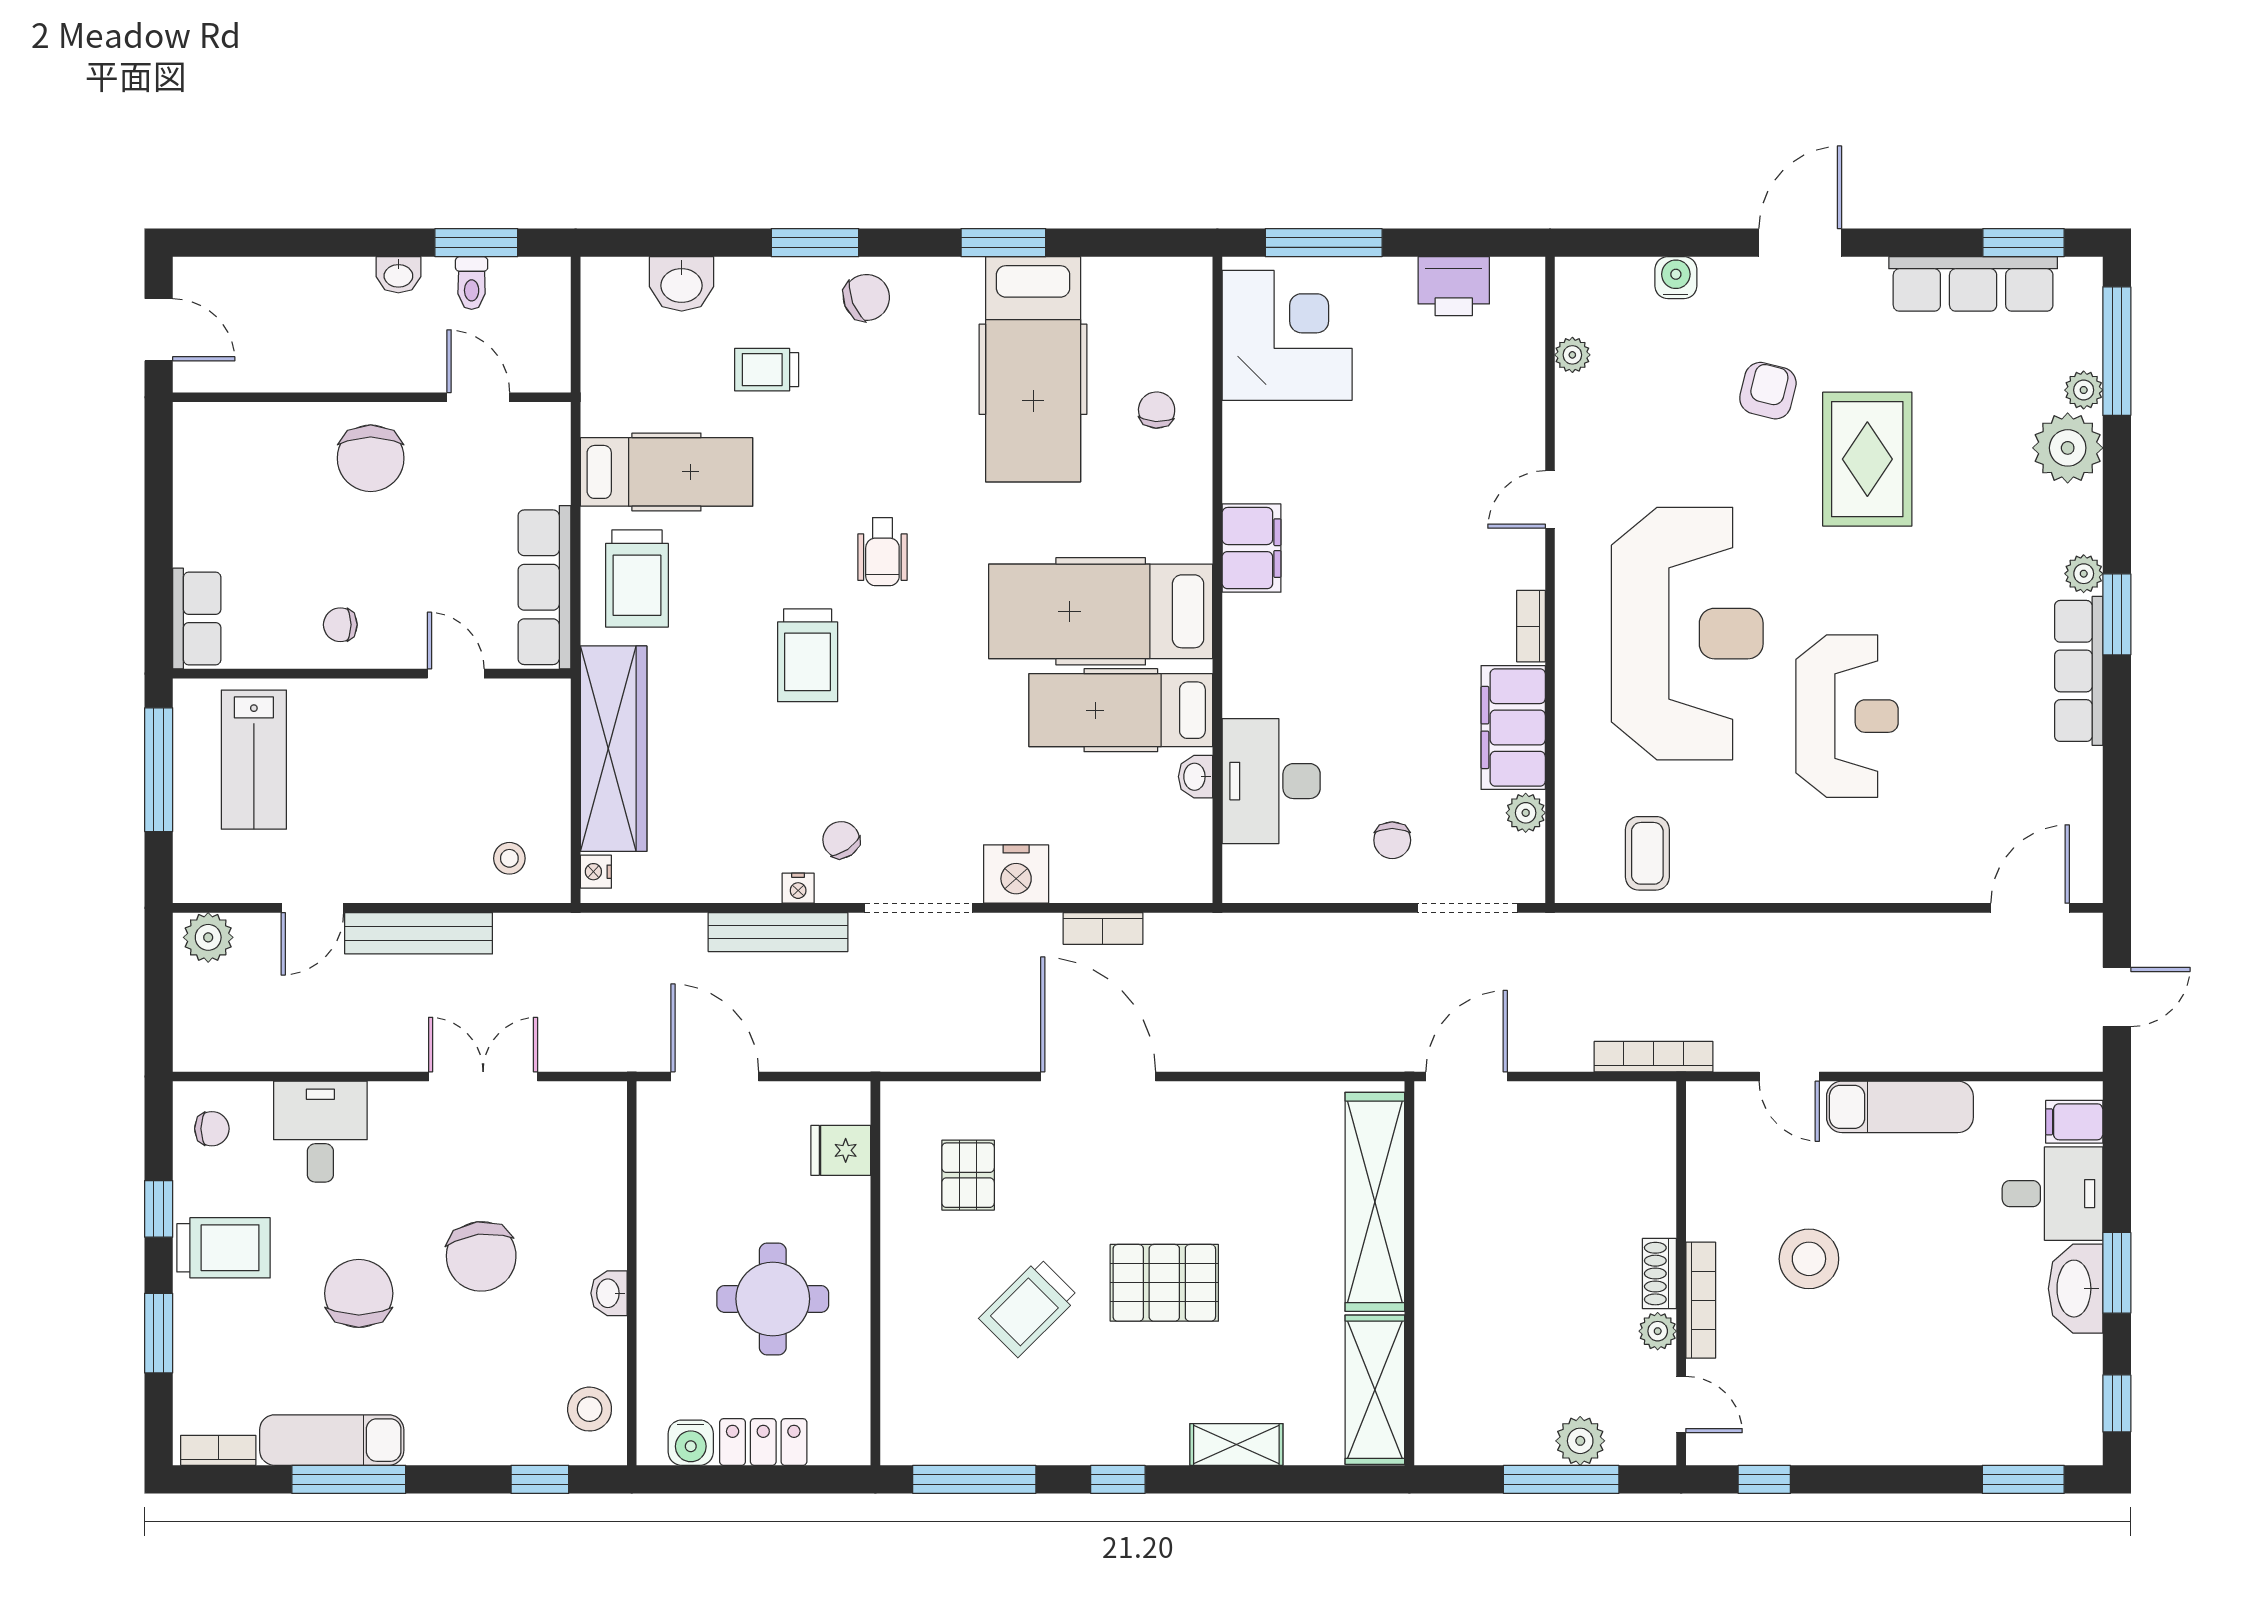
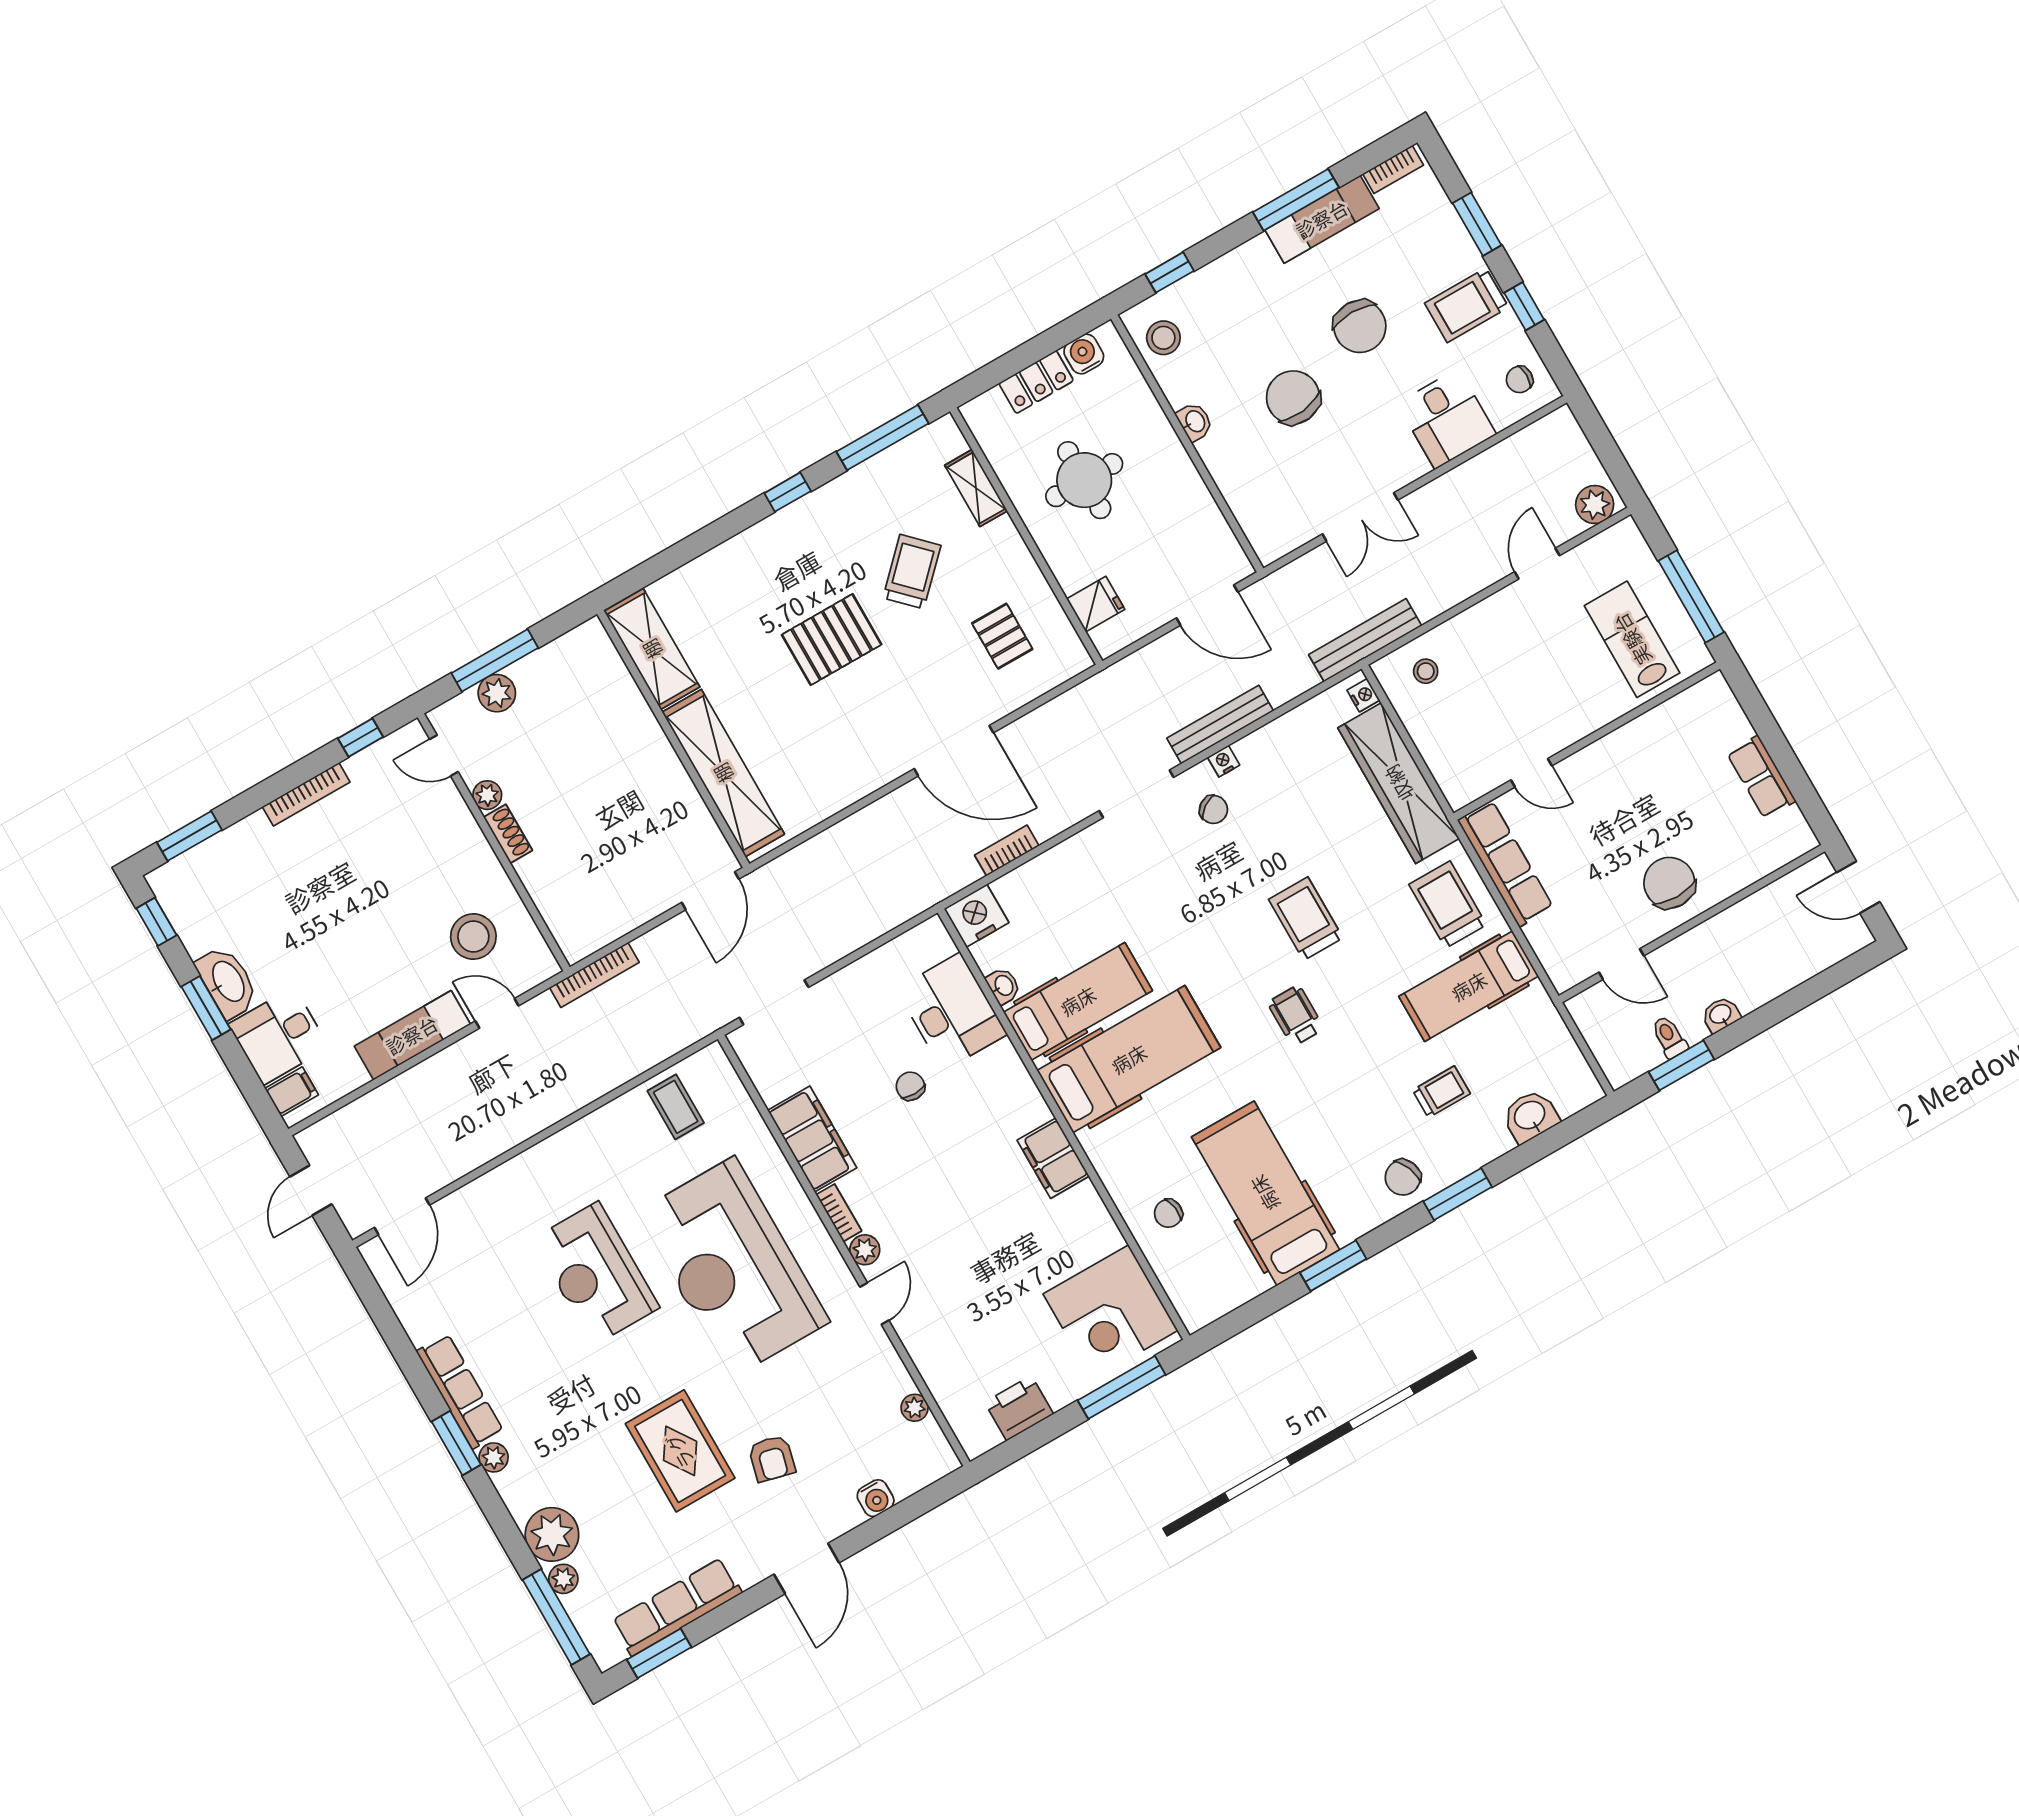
chair: (1157, 410) -> (1168, 1213), turned 79
row of seats: (197, 619) -> (1761, 777), moved
chair: (340, 625) -> (1626, 761), removed
plant: (1526, 813) -> (865, 1250), moved
chair: (1392, 840) -> (910, 1086), moved
nightstand: (1016, 874) -> (977, 916), moved
bench: (419, 933) -> (1365, 640), moved
stool: (1809, 1259) -> (473, 937), moved
bookcase: (1701, 1300) -> (306, 794), moved, turned -90
shelving: (1236, 1444) -> (976, 488), moved, turned 90

